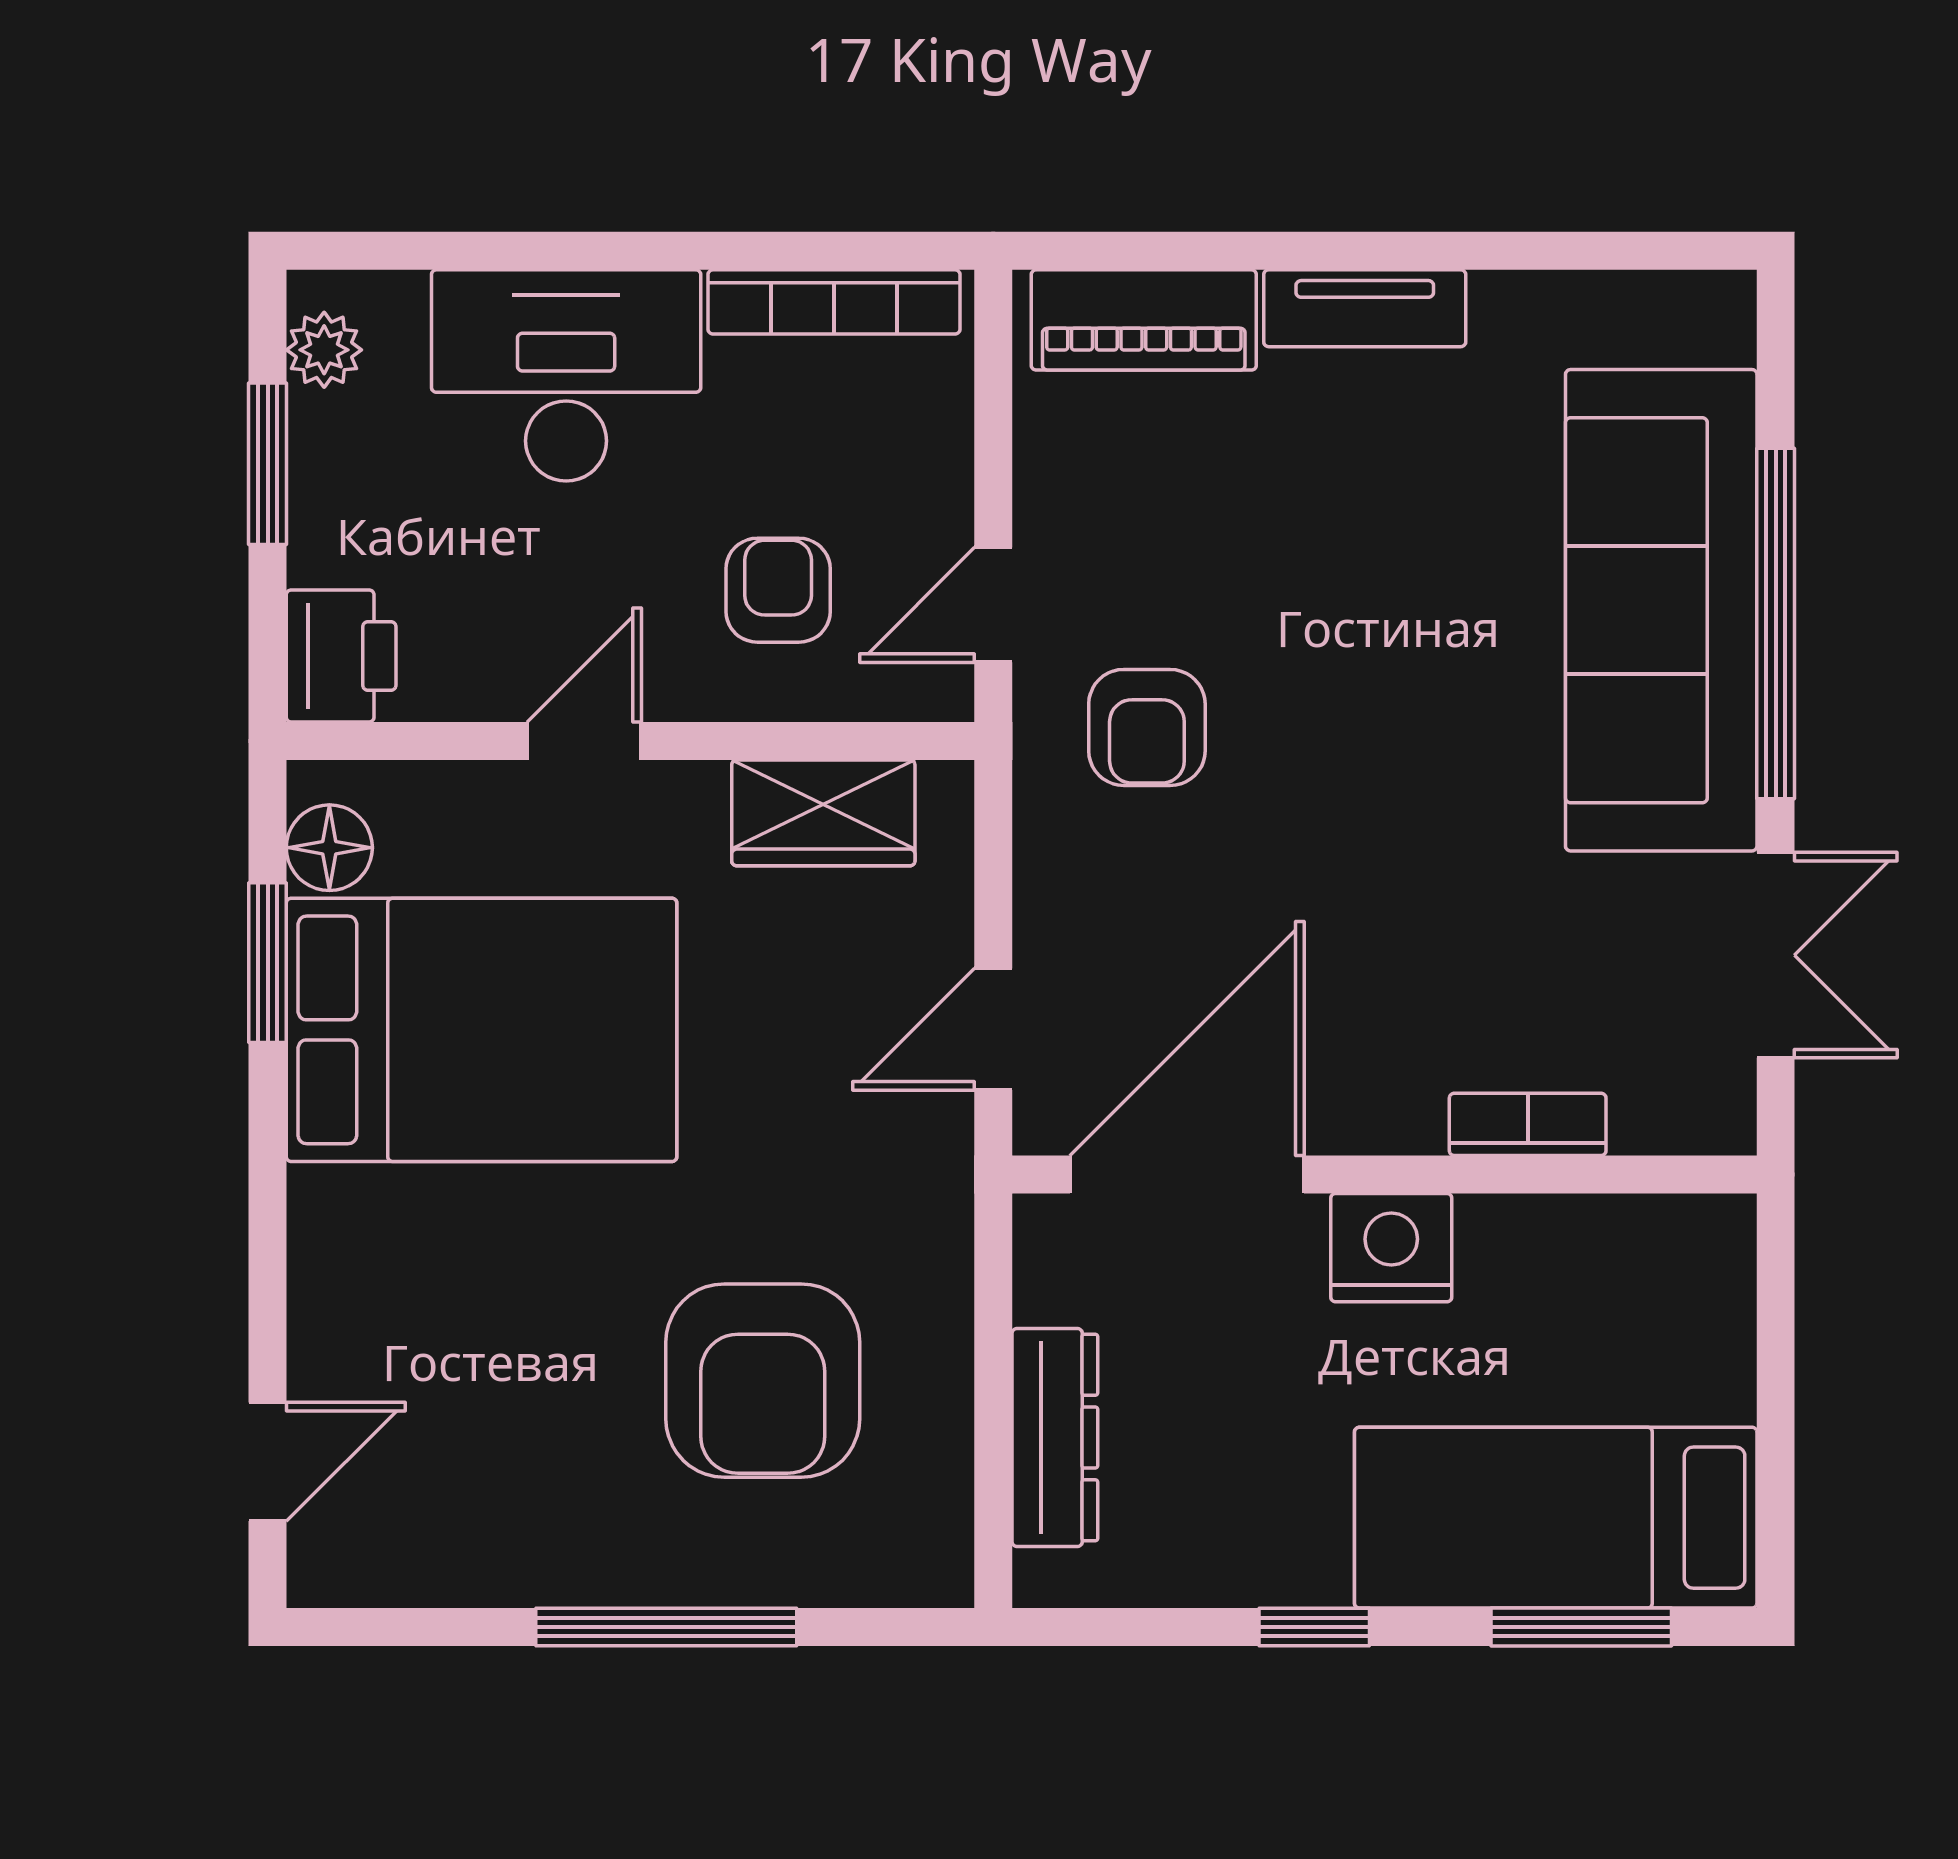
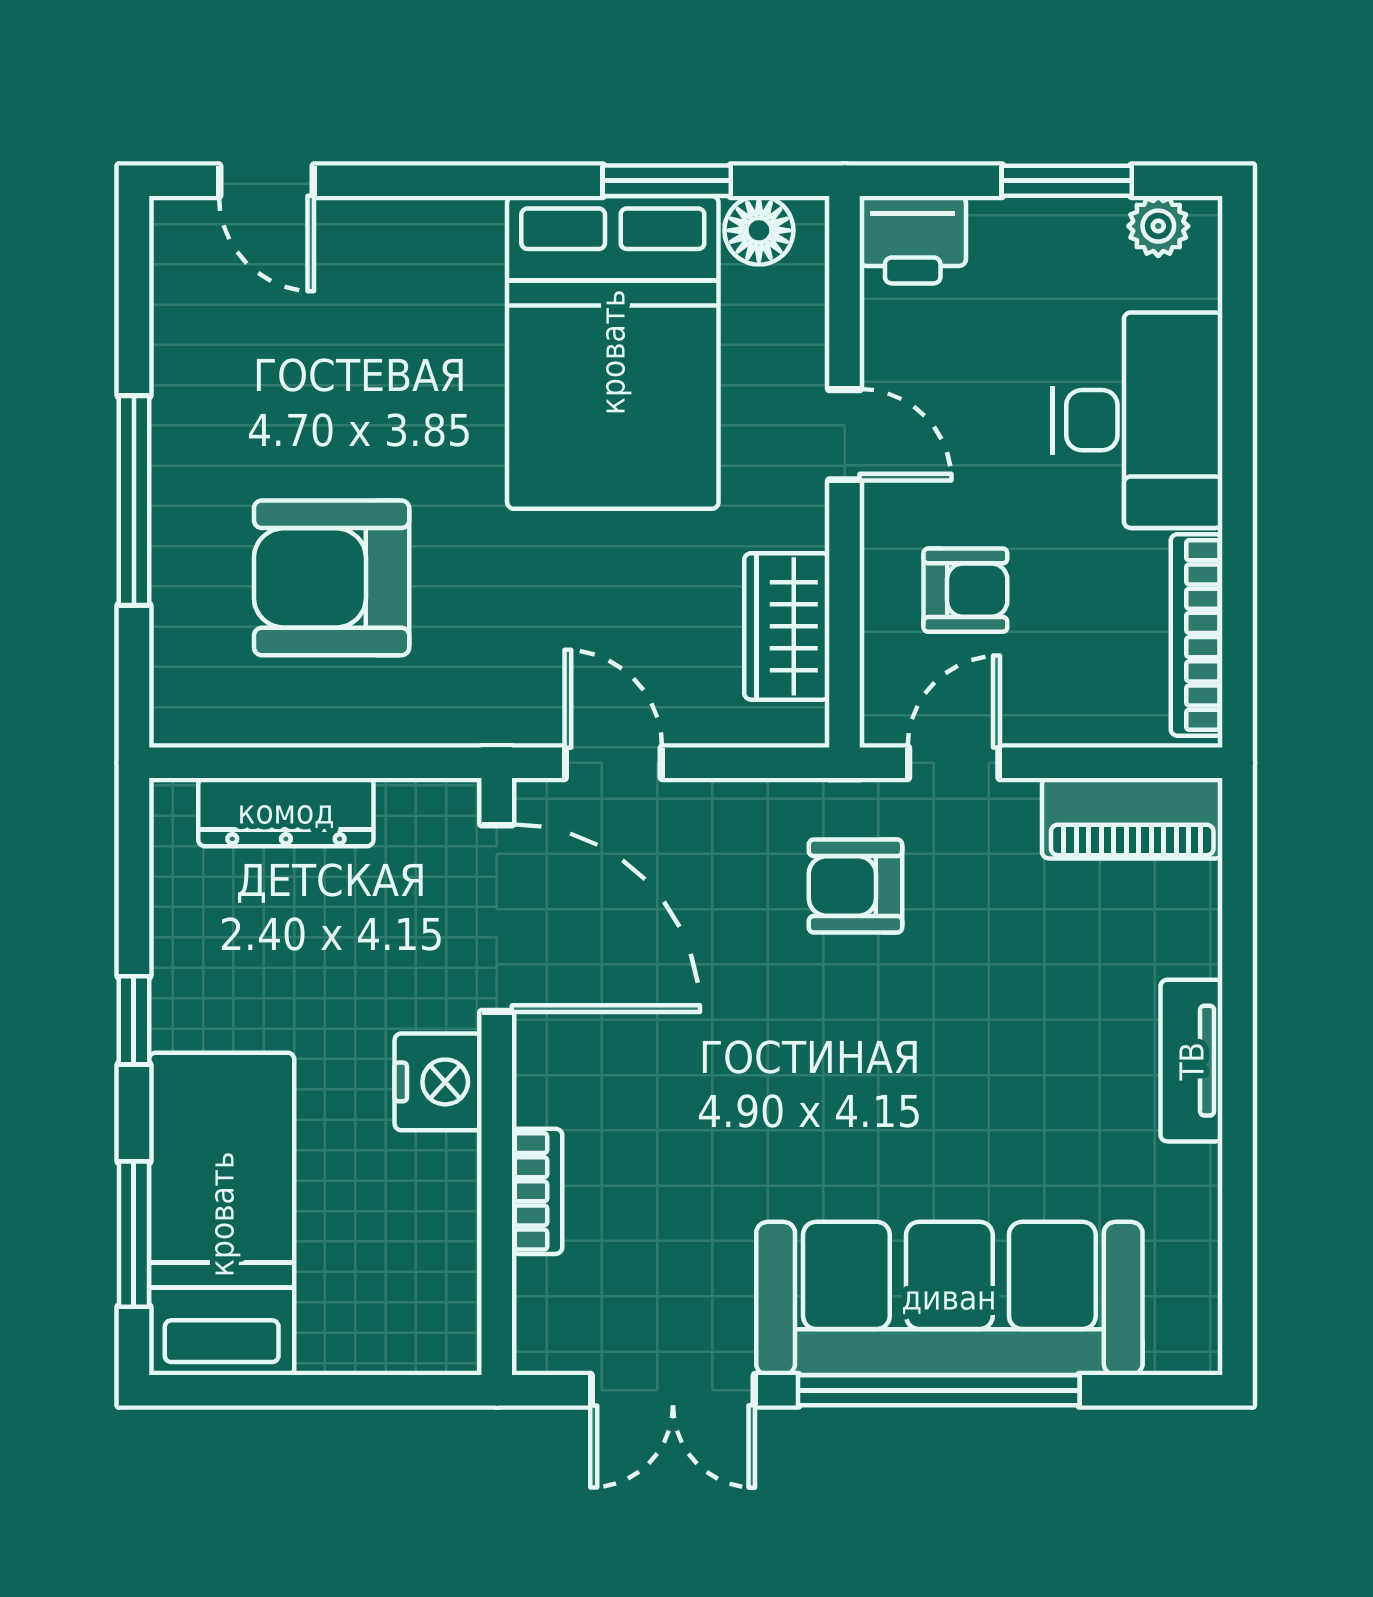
piano: (1144, 320) -> (1132, 818), moved, turned -90
door: (993, 605) -> (954, 763), hinge flipped

